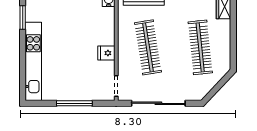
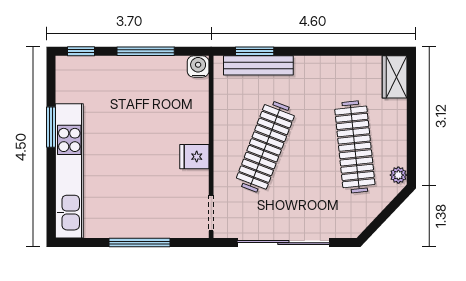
window: (23, 18) -> (51, 127), moved
clothes rail: (148, 47) -> (265, 147), turned 30
plant: (226, 64) -> (398, 175), added

